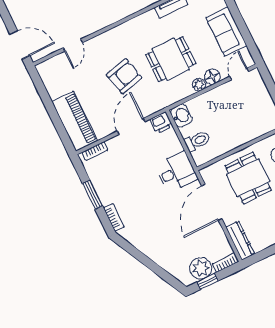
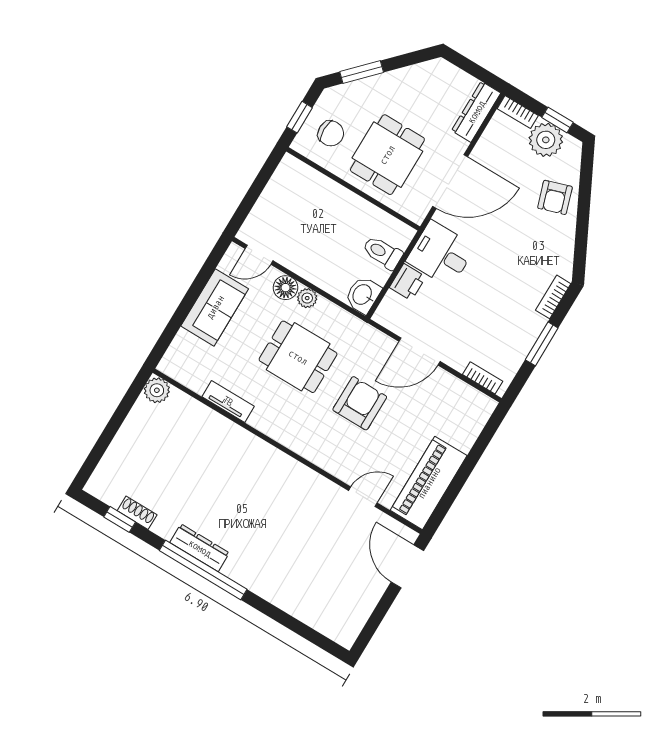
armchair: (124, 76) -> (360, 403), turned 104
piano: (75, 121) -> (429, 483), moved
printer: (161, 123) -> (408, 282), moved, turned 90
armchair: (167, 253) -> (555, 197), added

